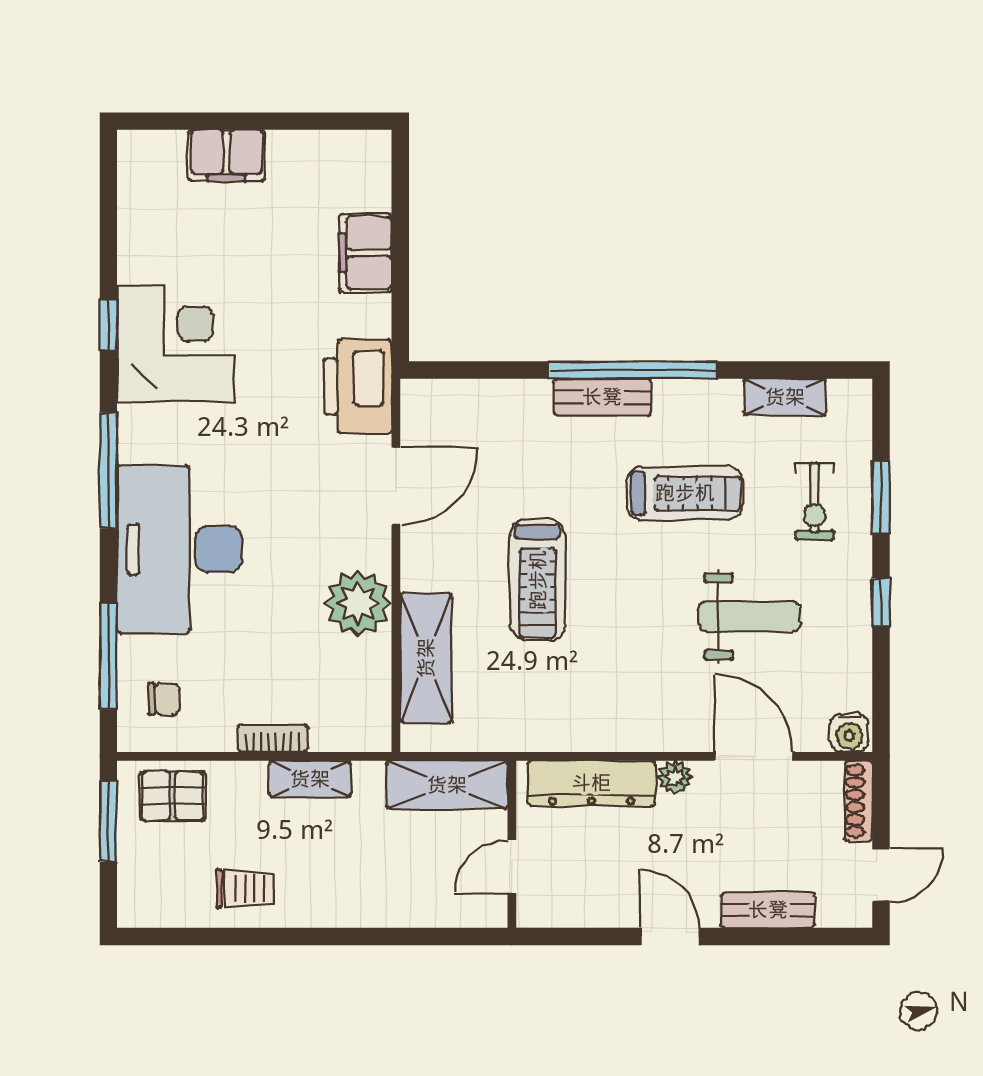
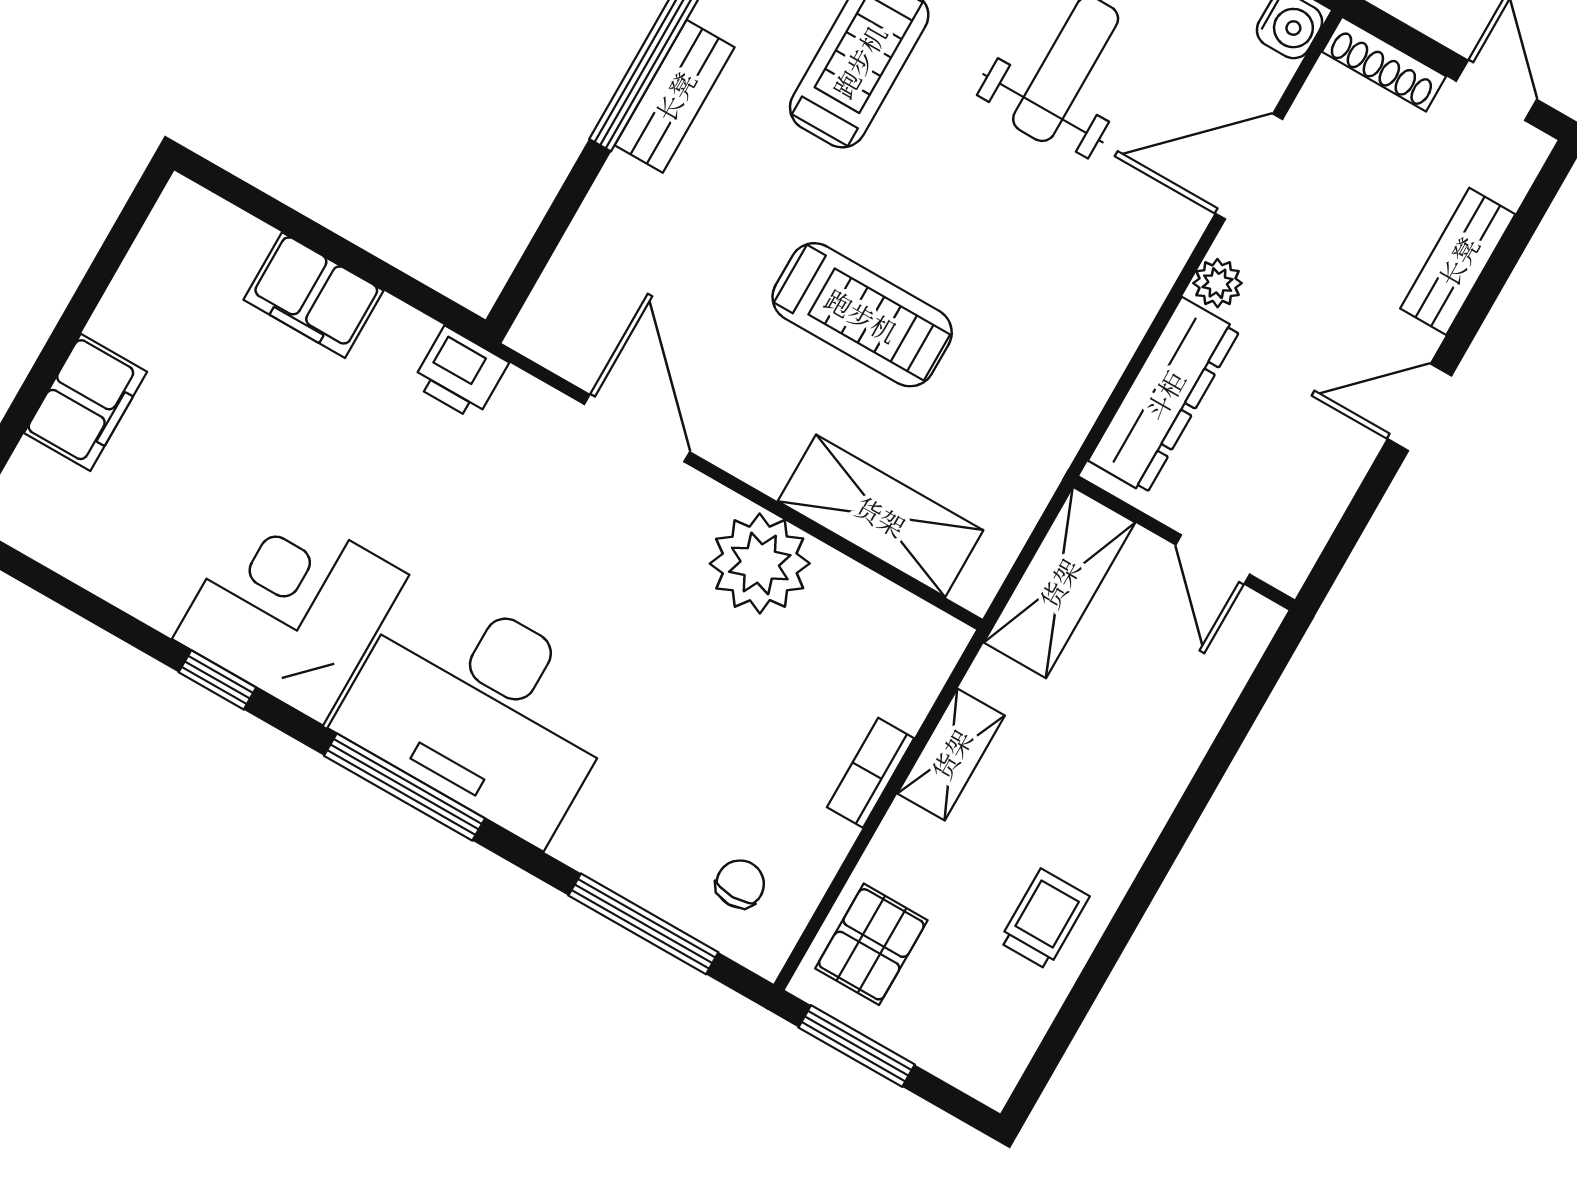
printer: (358, 386) -> (460, 373), width x0.53, depth x0.68
desk: (180, 549) -> (482, 709), moved

